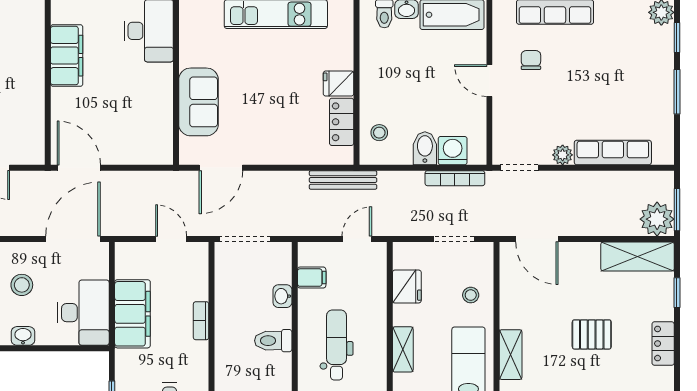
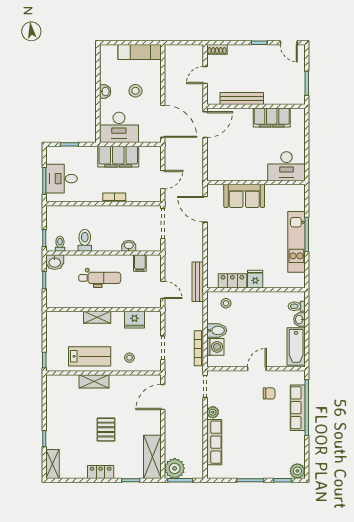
bench: (35, 106) -> (242, 99), added
toilet: (273, 341) -> (85, 240), moved

